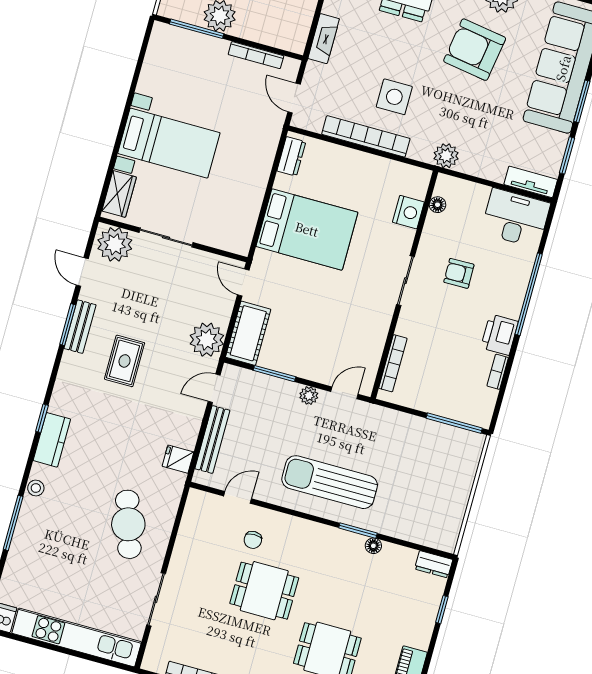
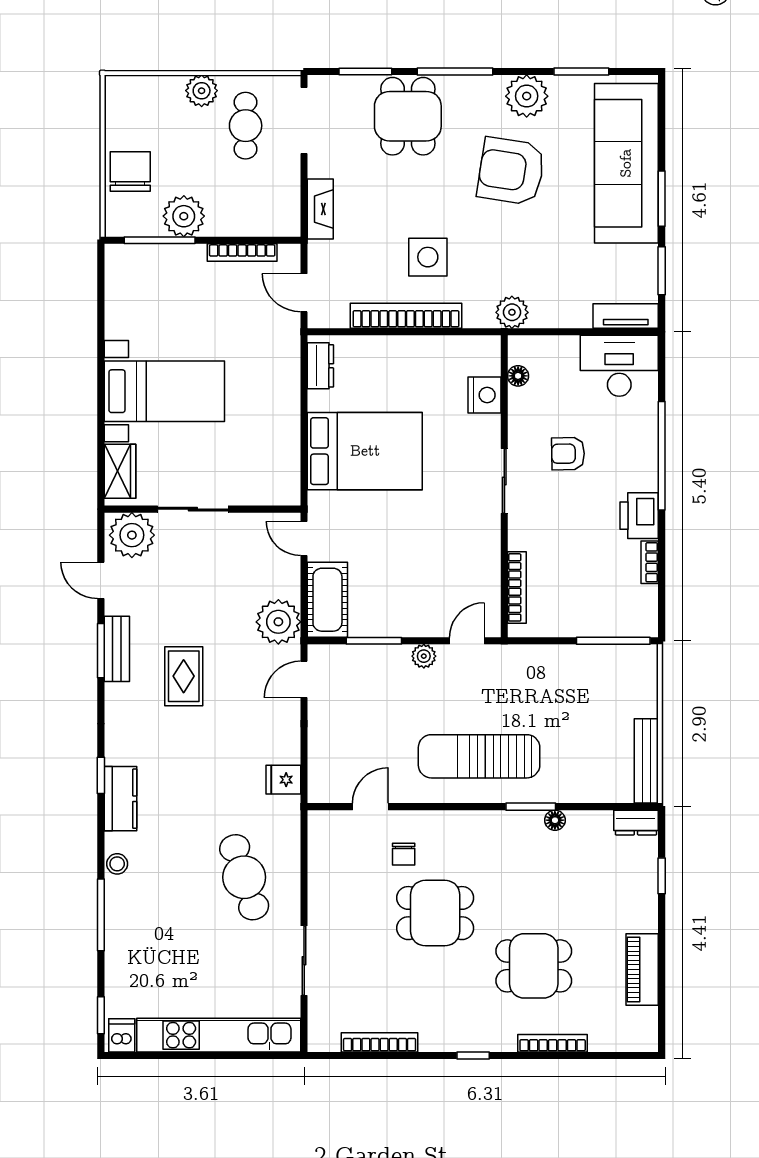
bench: (212, 439) -> (646, 761), moved

